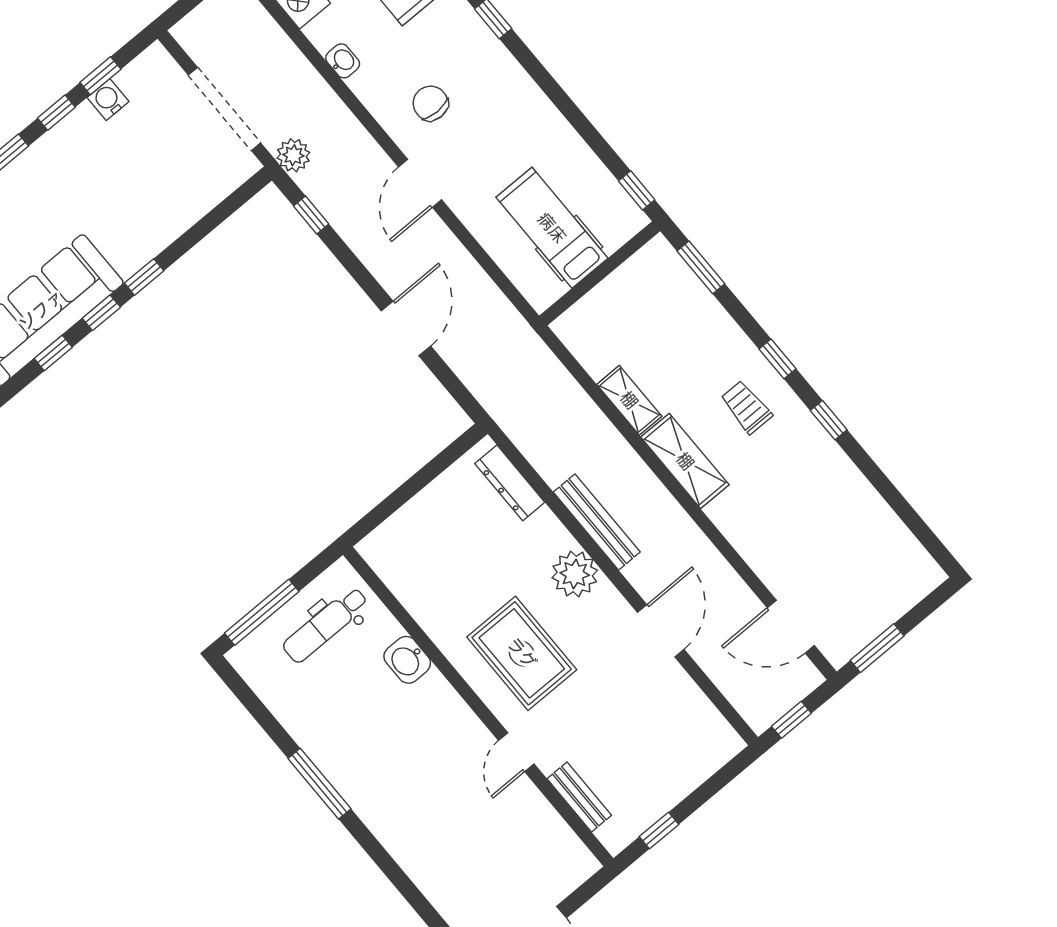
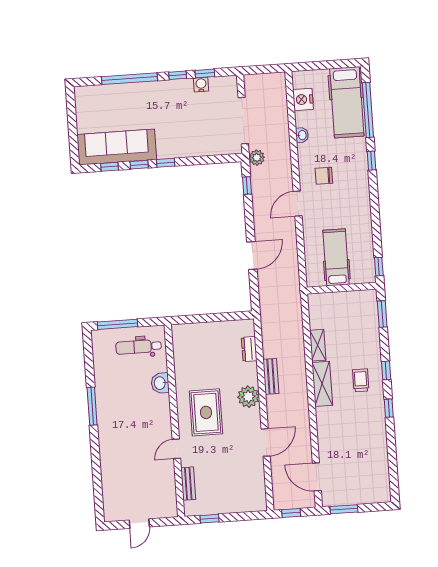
chair: (431, 103) -> (324, 176), turned -90
dresser: (510, 483) -> (249, 349), width x0.70
bench: (597, 522) -> (271, 376), width x0.73

